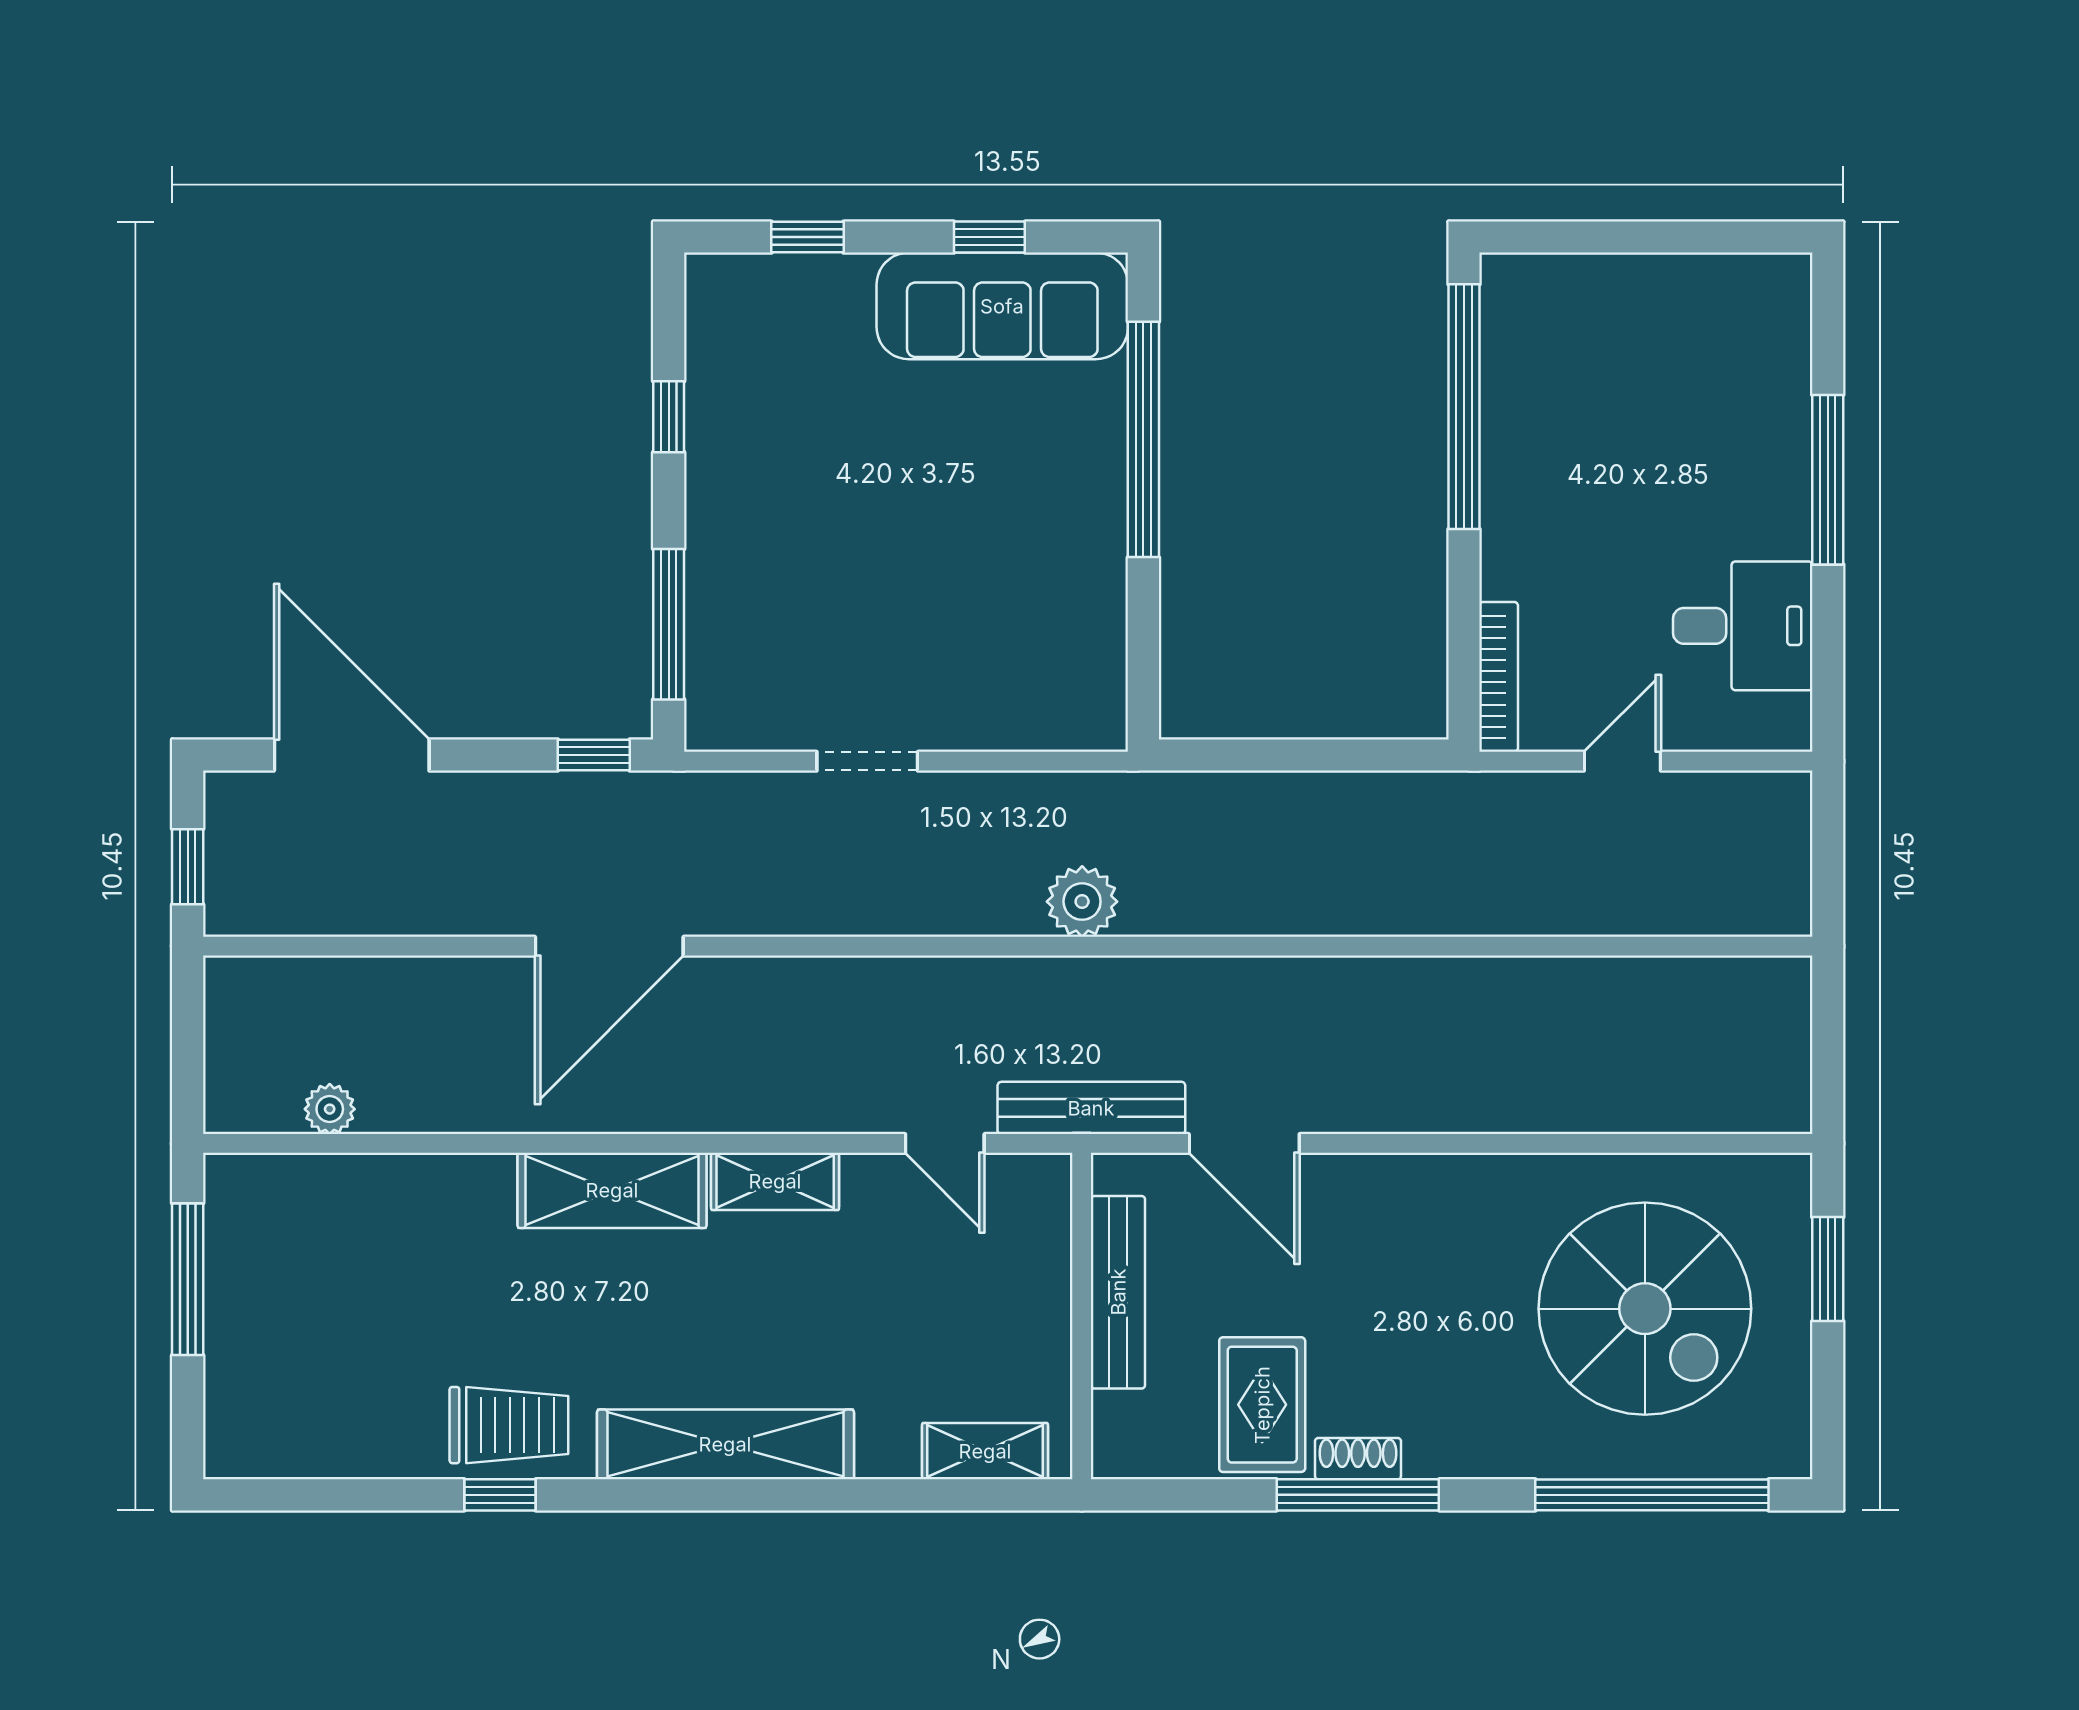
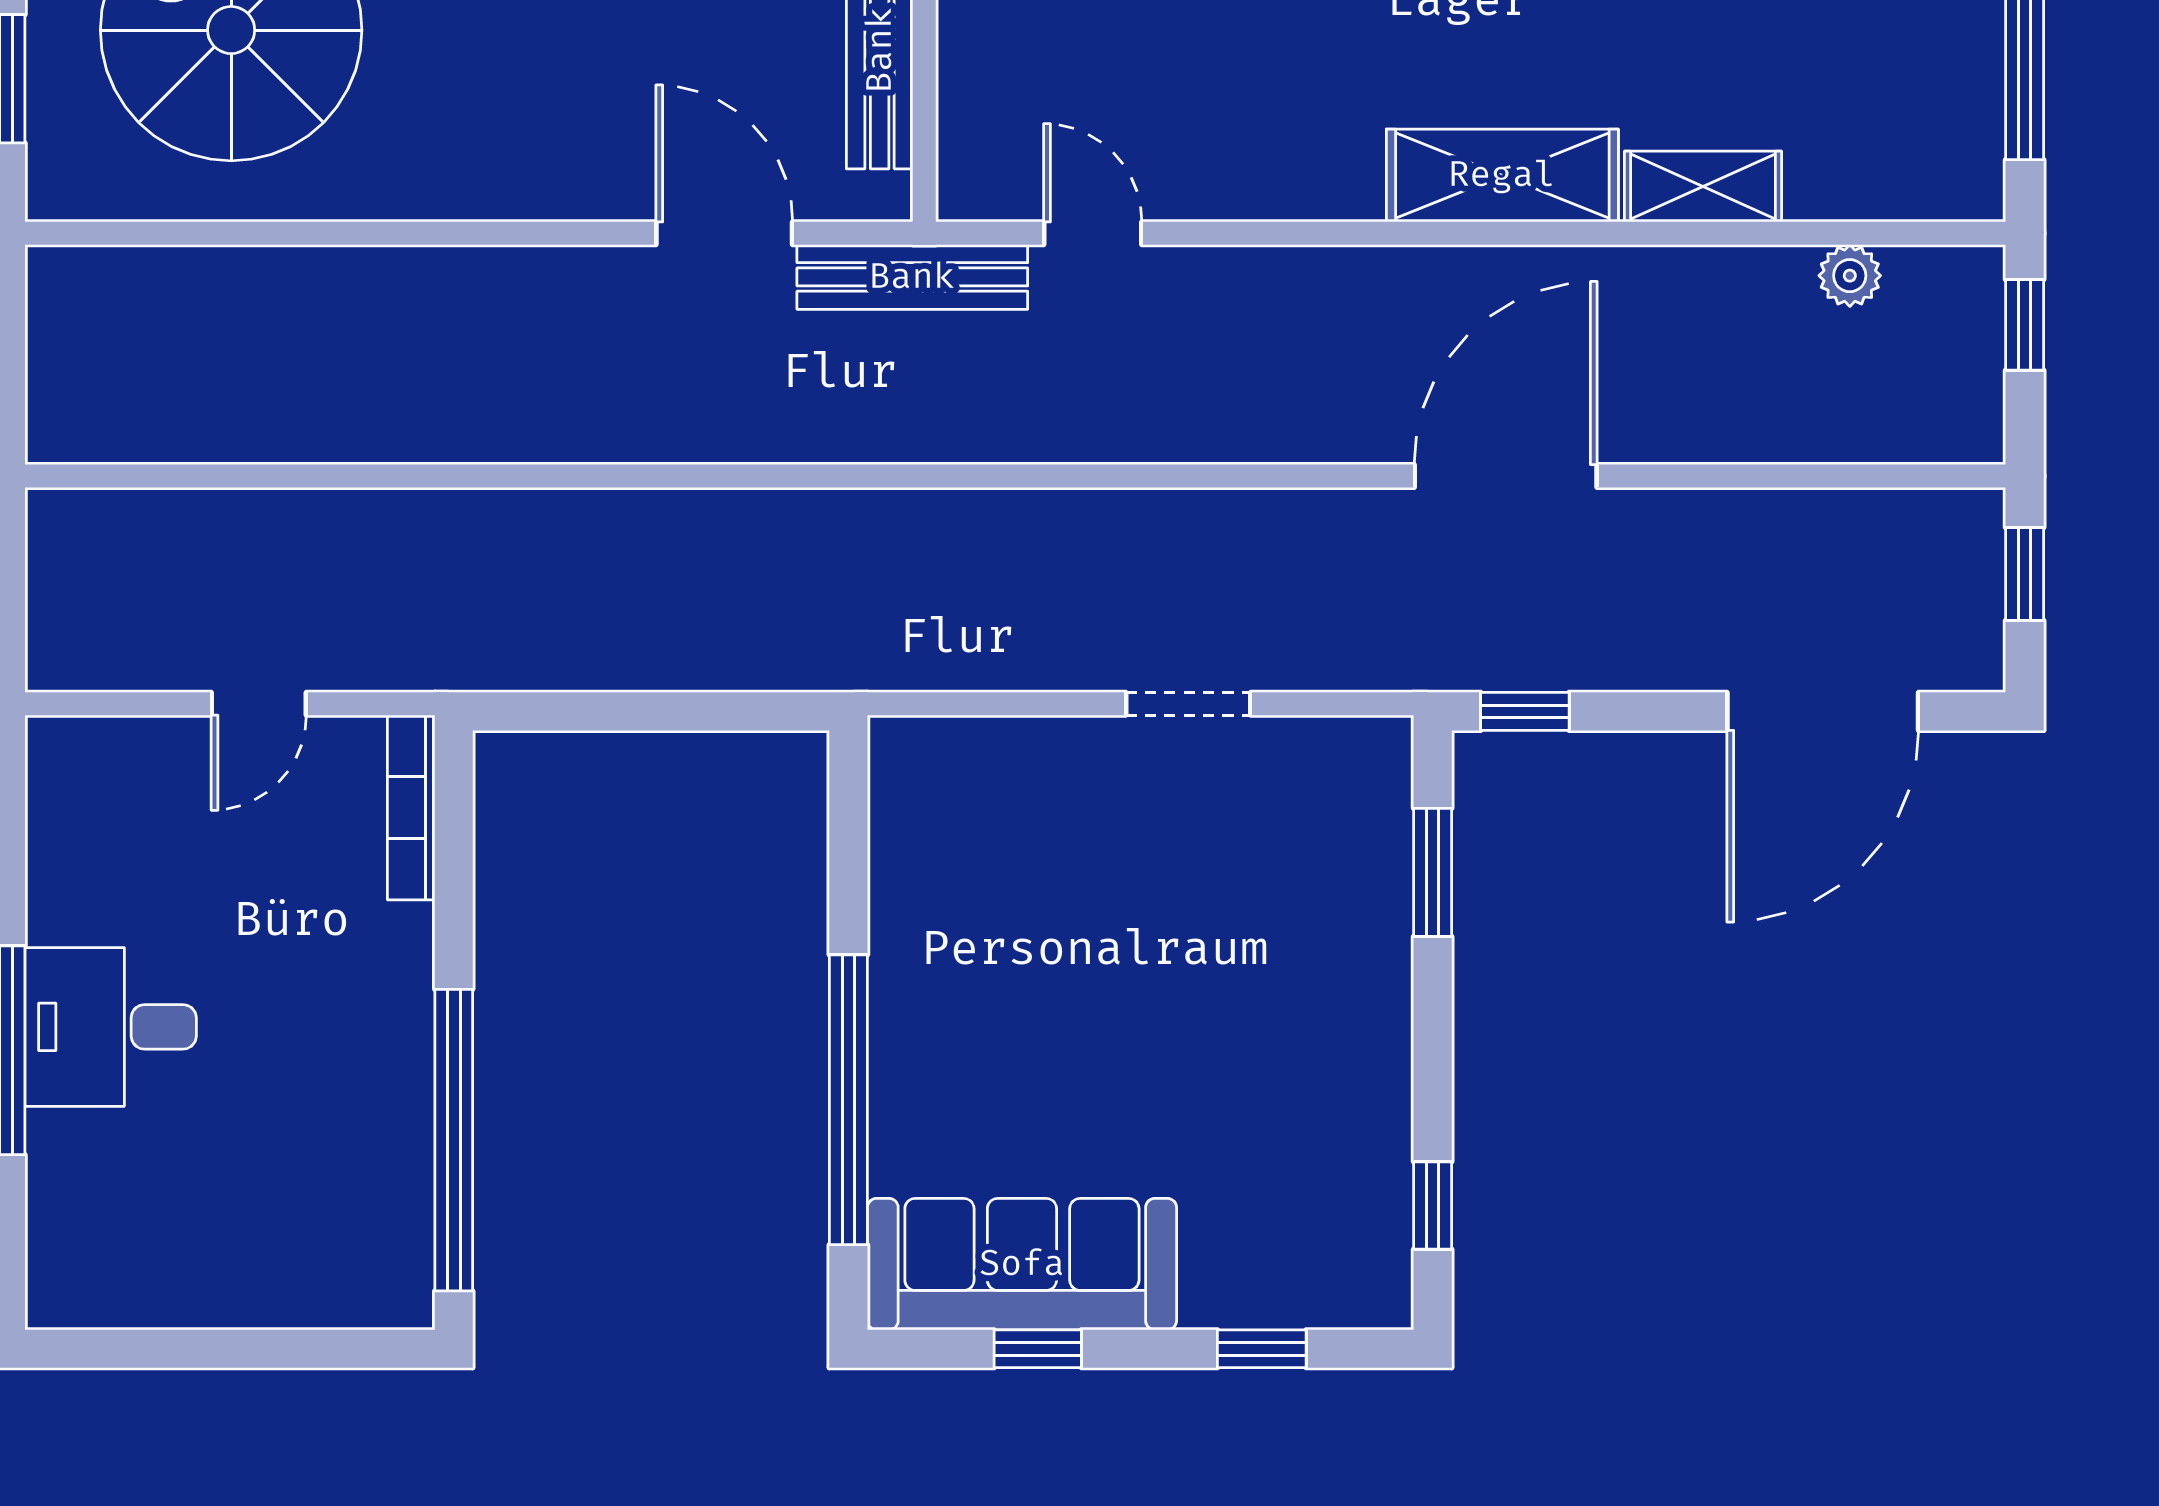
window: (669, 417) -> (1433, 1205), moved
window: (669, 624) -> (1433, 872), width x0.69
desk: (1743, 626) -> (111, 1027), moved
door: (352, 755) -> (1823, 711), hinge flipped
plant: (1082, 902) -> (924, 531), removed
window: (188, 1069) -> (2025, 325), added
shelving: (775, 1181) -> (1703, 187), moved

